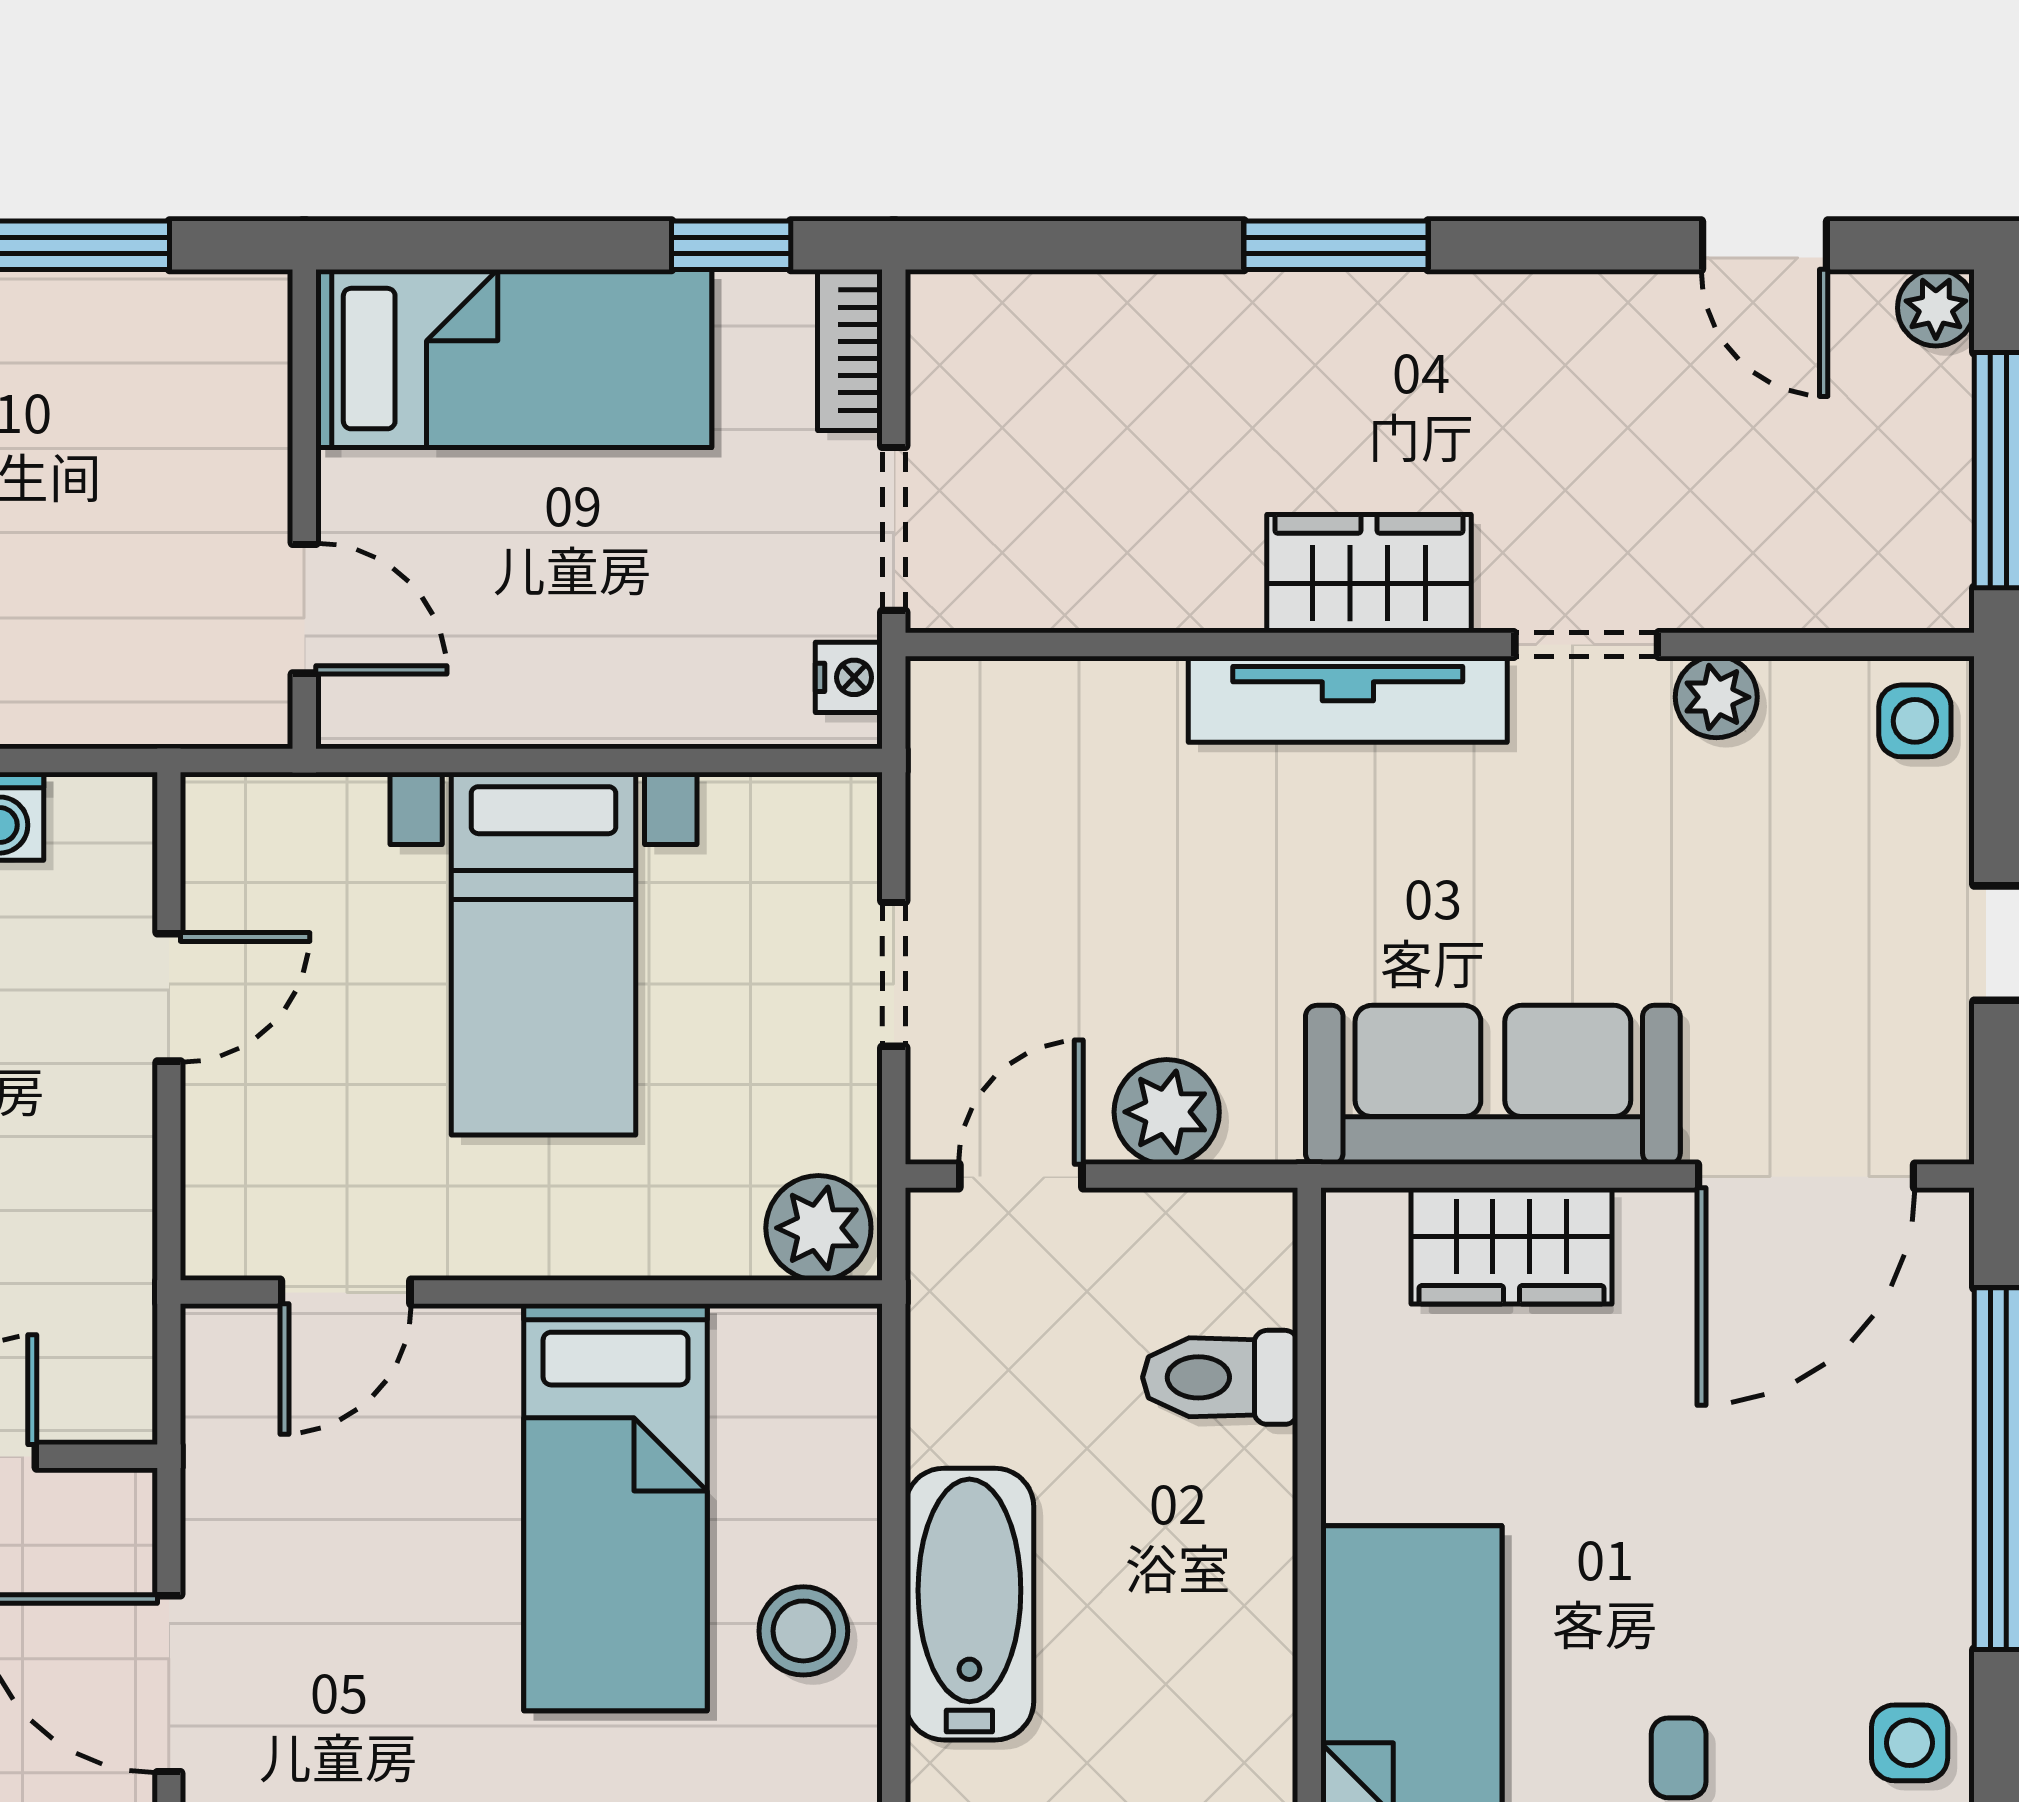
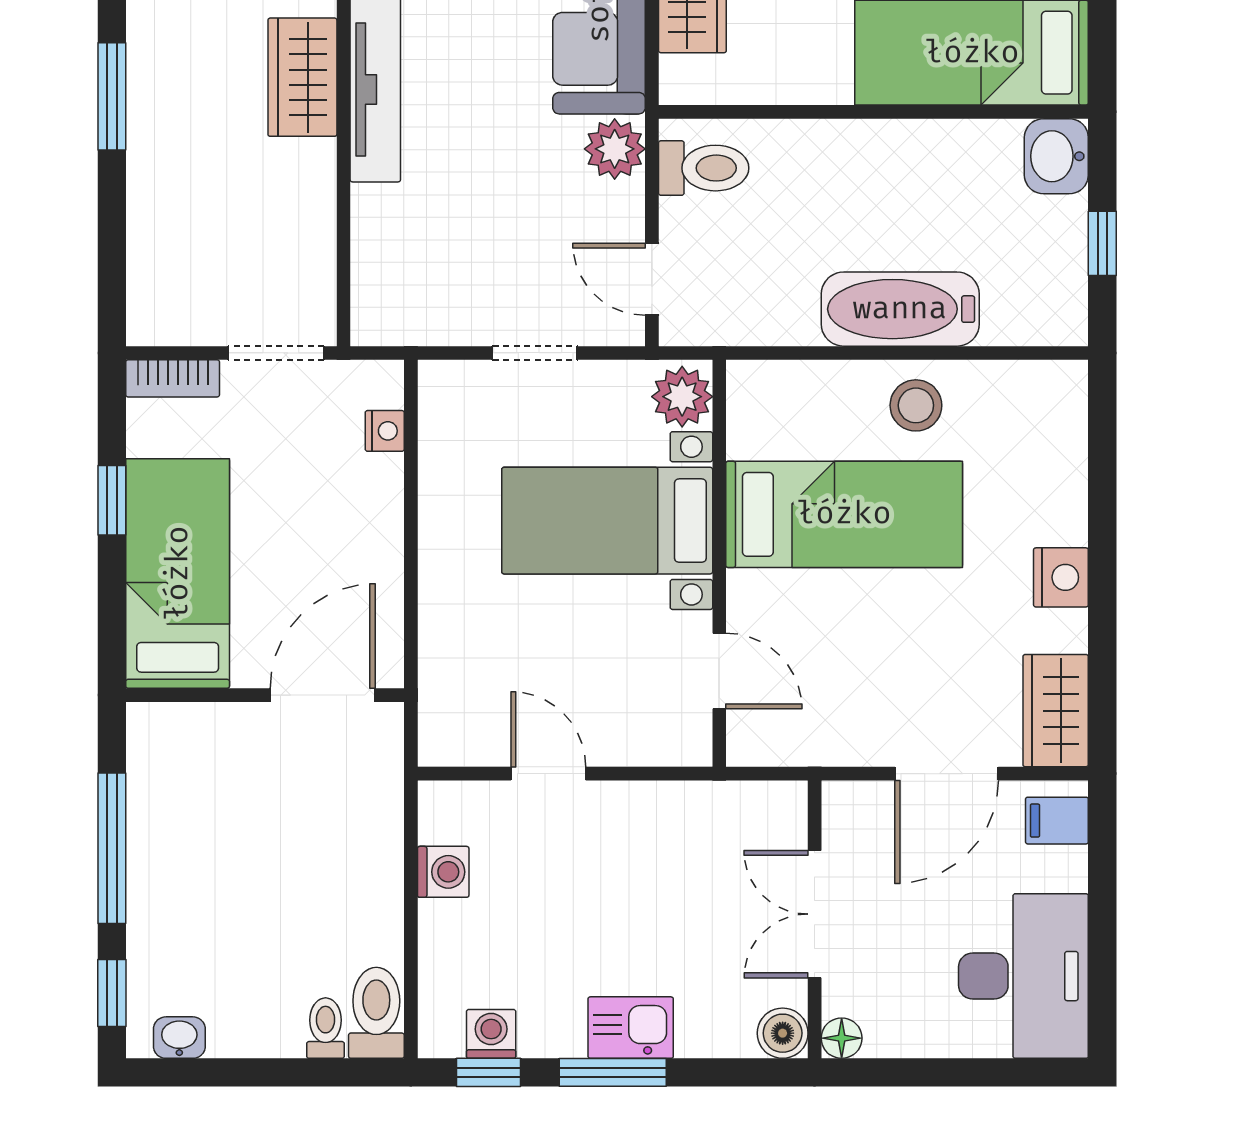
window: (731, 245) -> (112, 500), moved
door: (304, 609) -> (323, 695), width x1.38
nightstand: (849, 677) -> (385, 431), moved, turned 90
bed with nightstands: (543, 954) -> (607, 521), moved, turned 180
plant: (1167, 1112) -> (615, 149), moved
toilet: (1220, 1377) -> (704, 168), moved, turned -90

